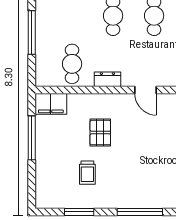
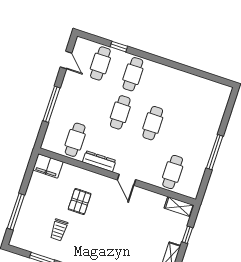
dresser: (107, 79) -> (99, 161), width x1.44
window: (32, 138) -> (16, 212), moved

